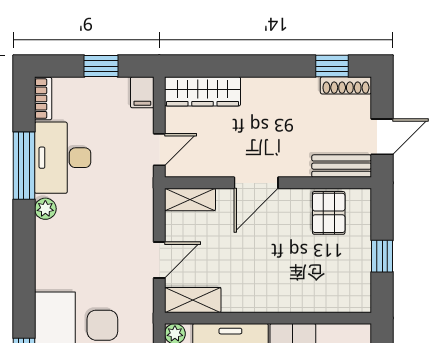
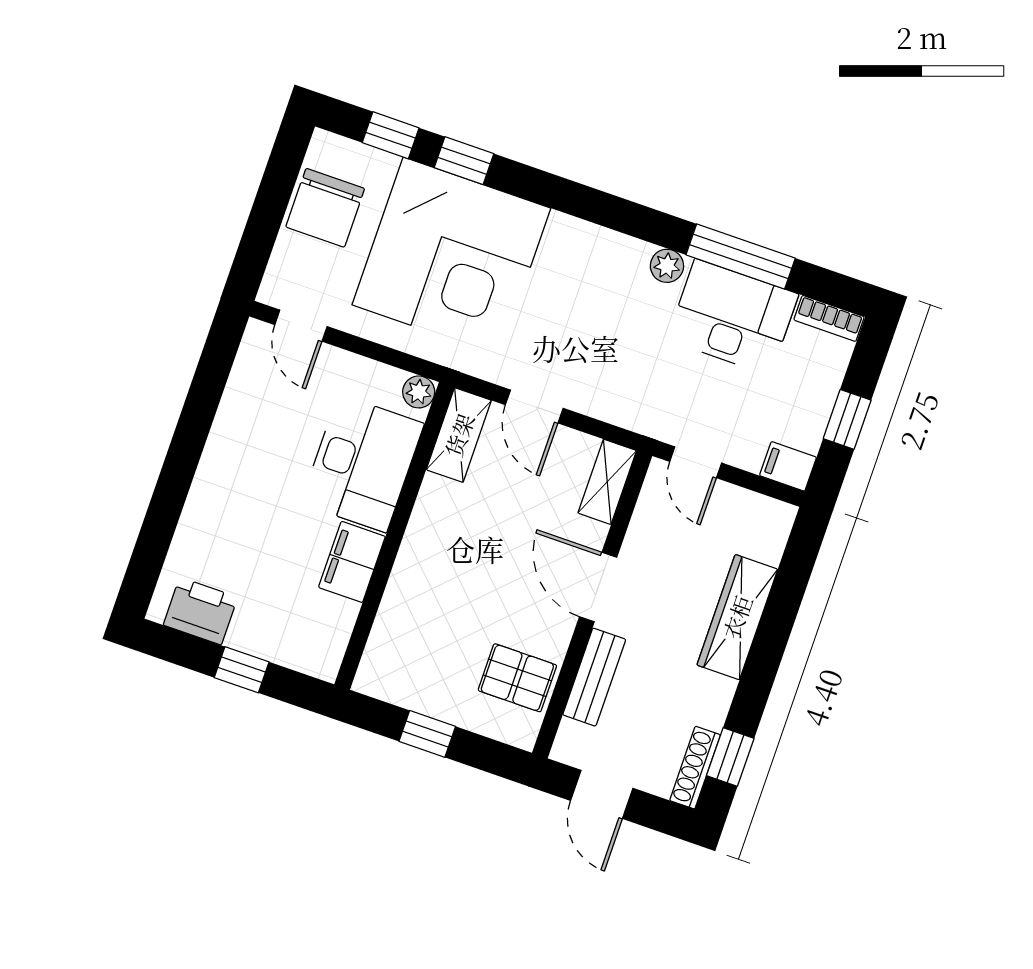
wardrobe: (203, 91) -> (737, 617), moved
bench: (342, 166) -> (594, 677), moved

